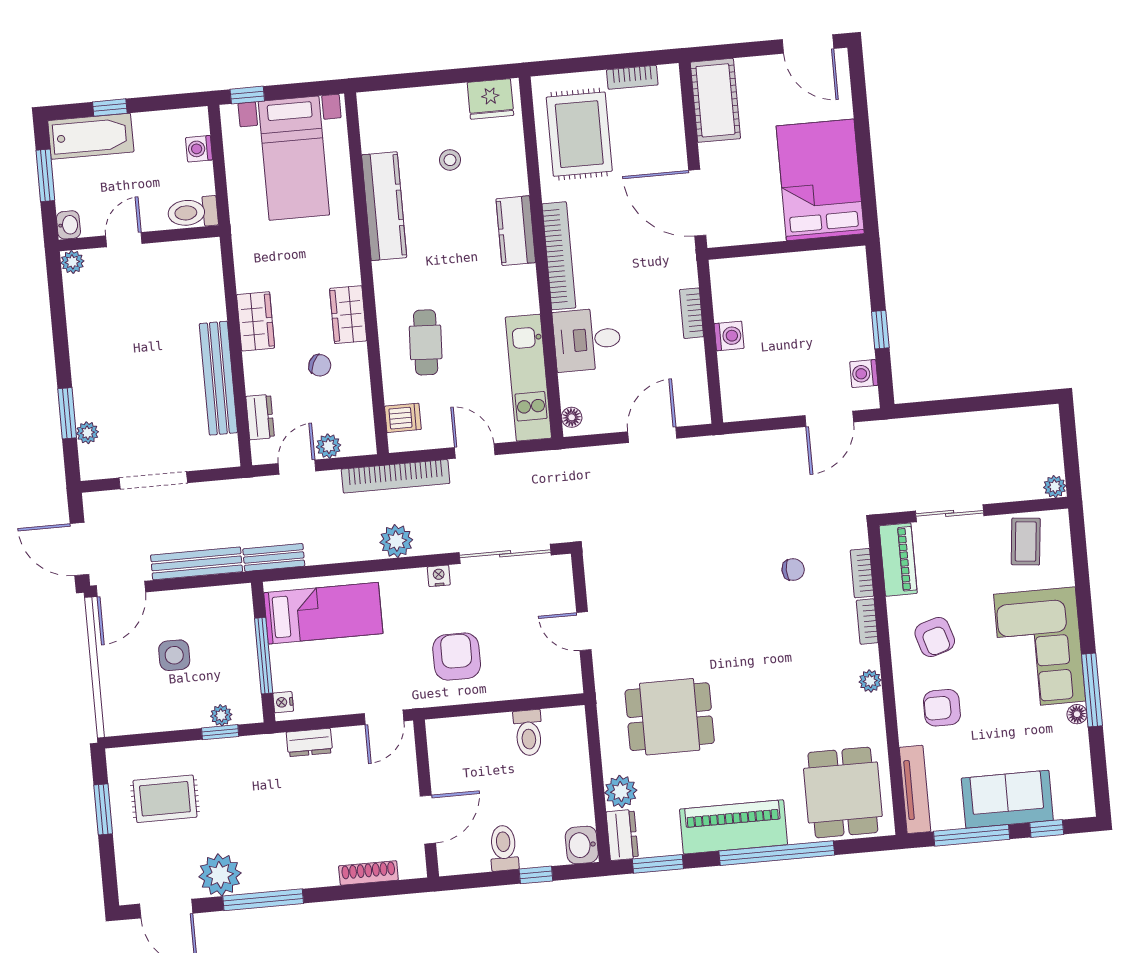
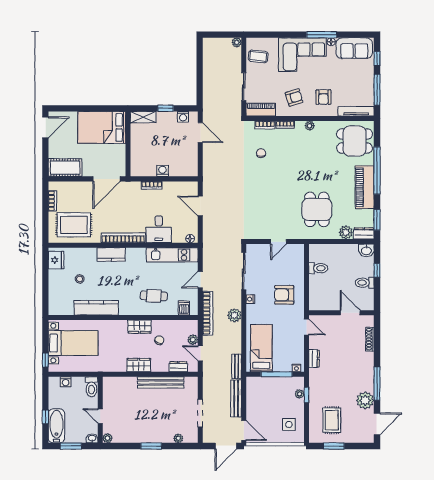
shelving: (854, 278) -> (143, 117), added
window: (67, 413) -> (151, 446), moved
side table: (174, 655) -> (289, 425), moved
sofa: (1007, 799) -> (354, 48), moved, turned -90

